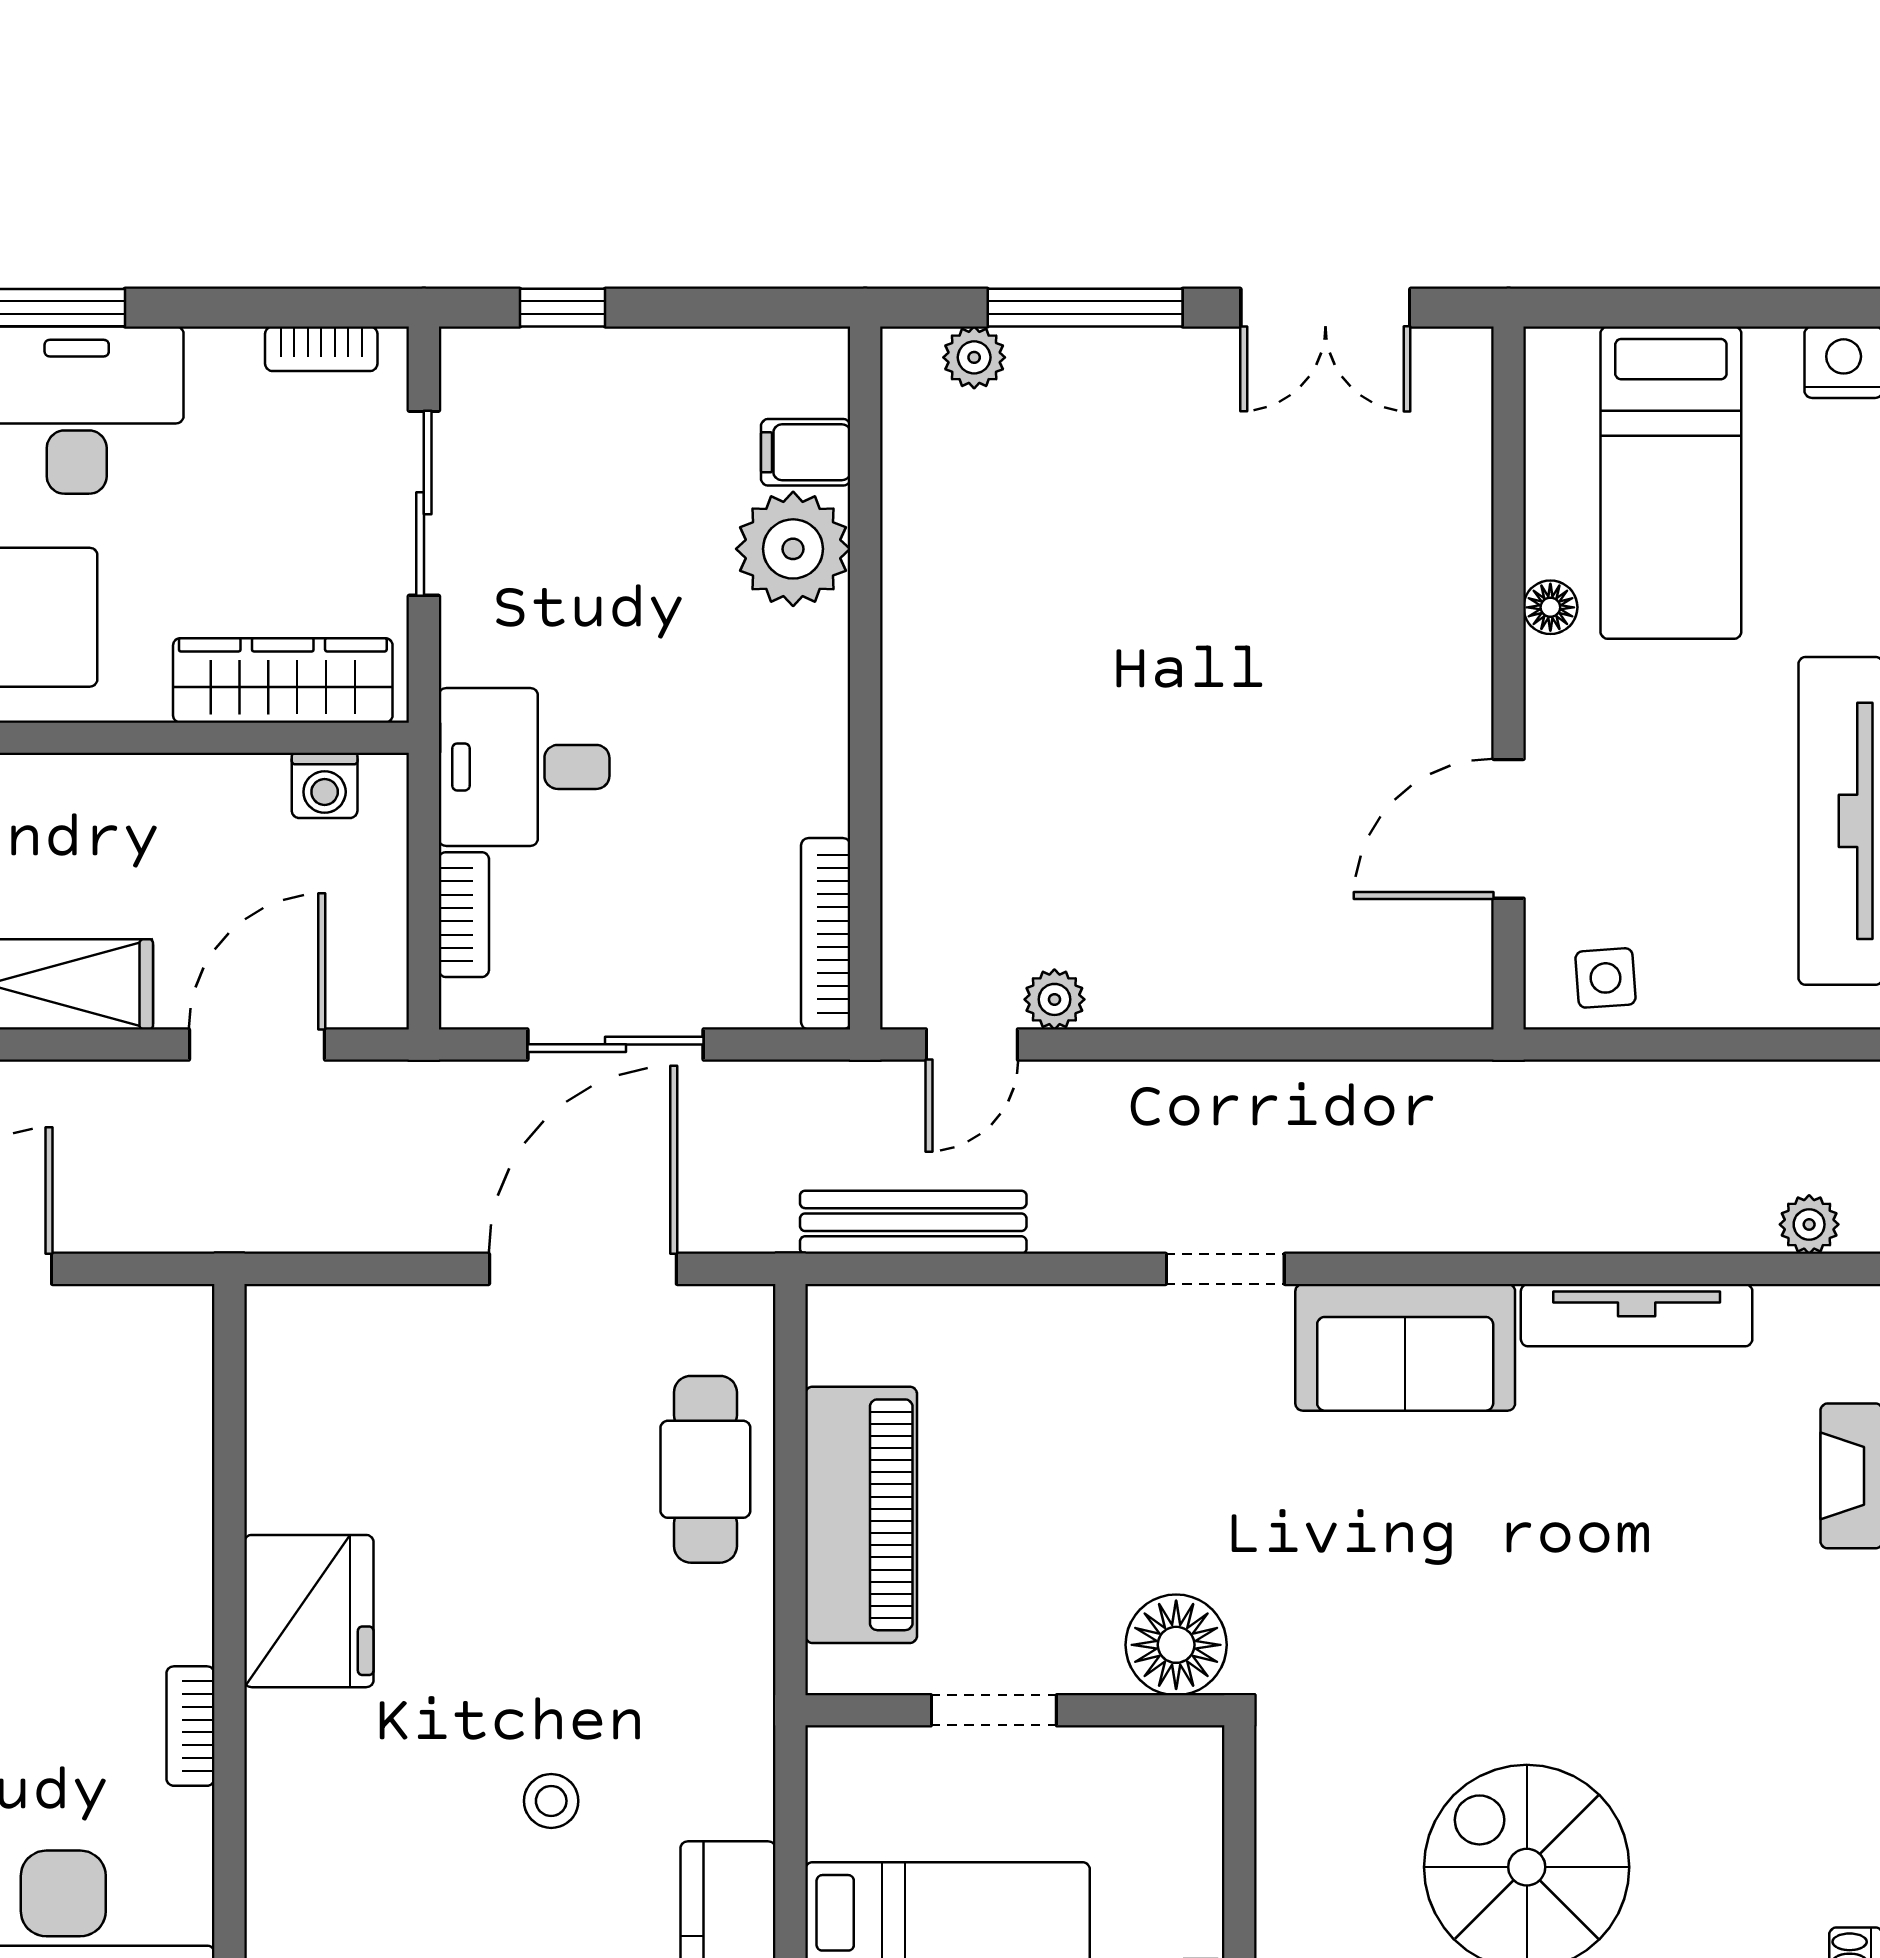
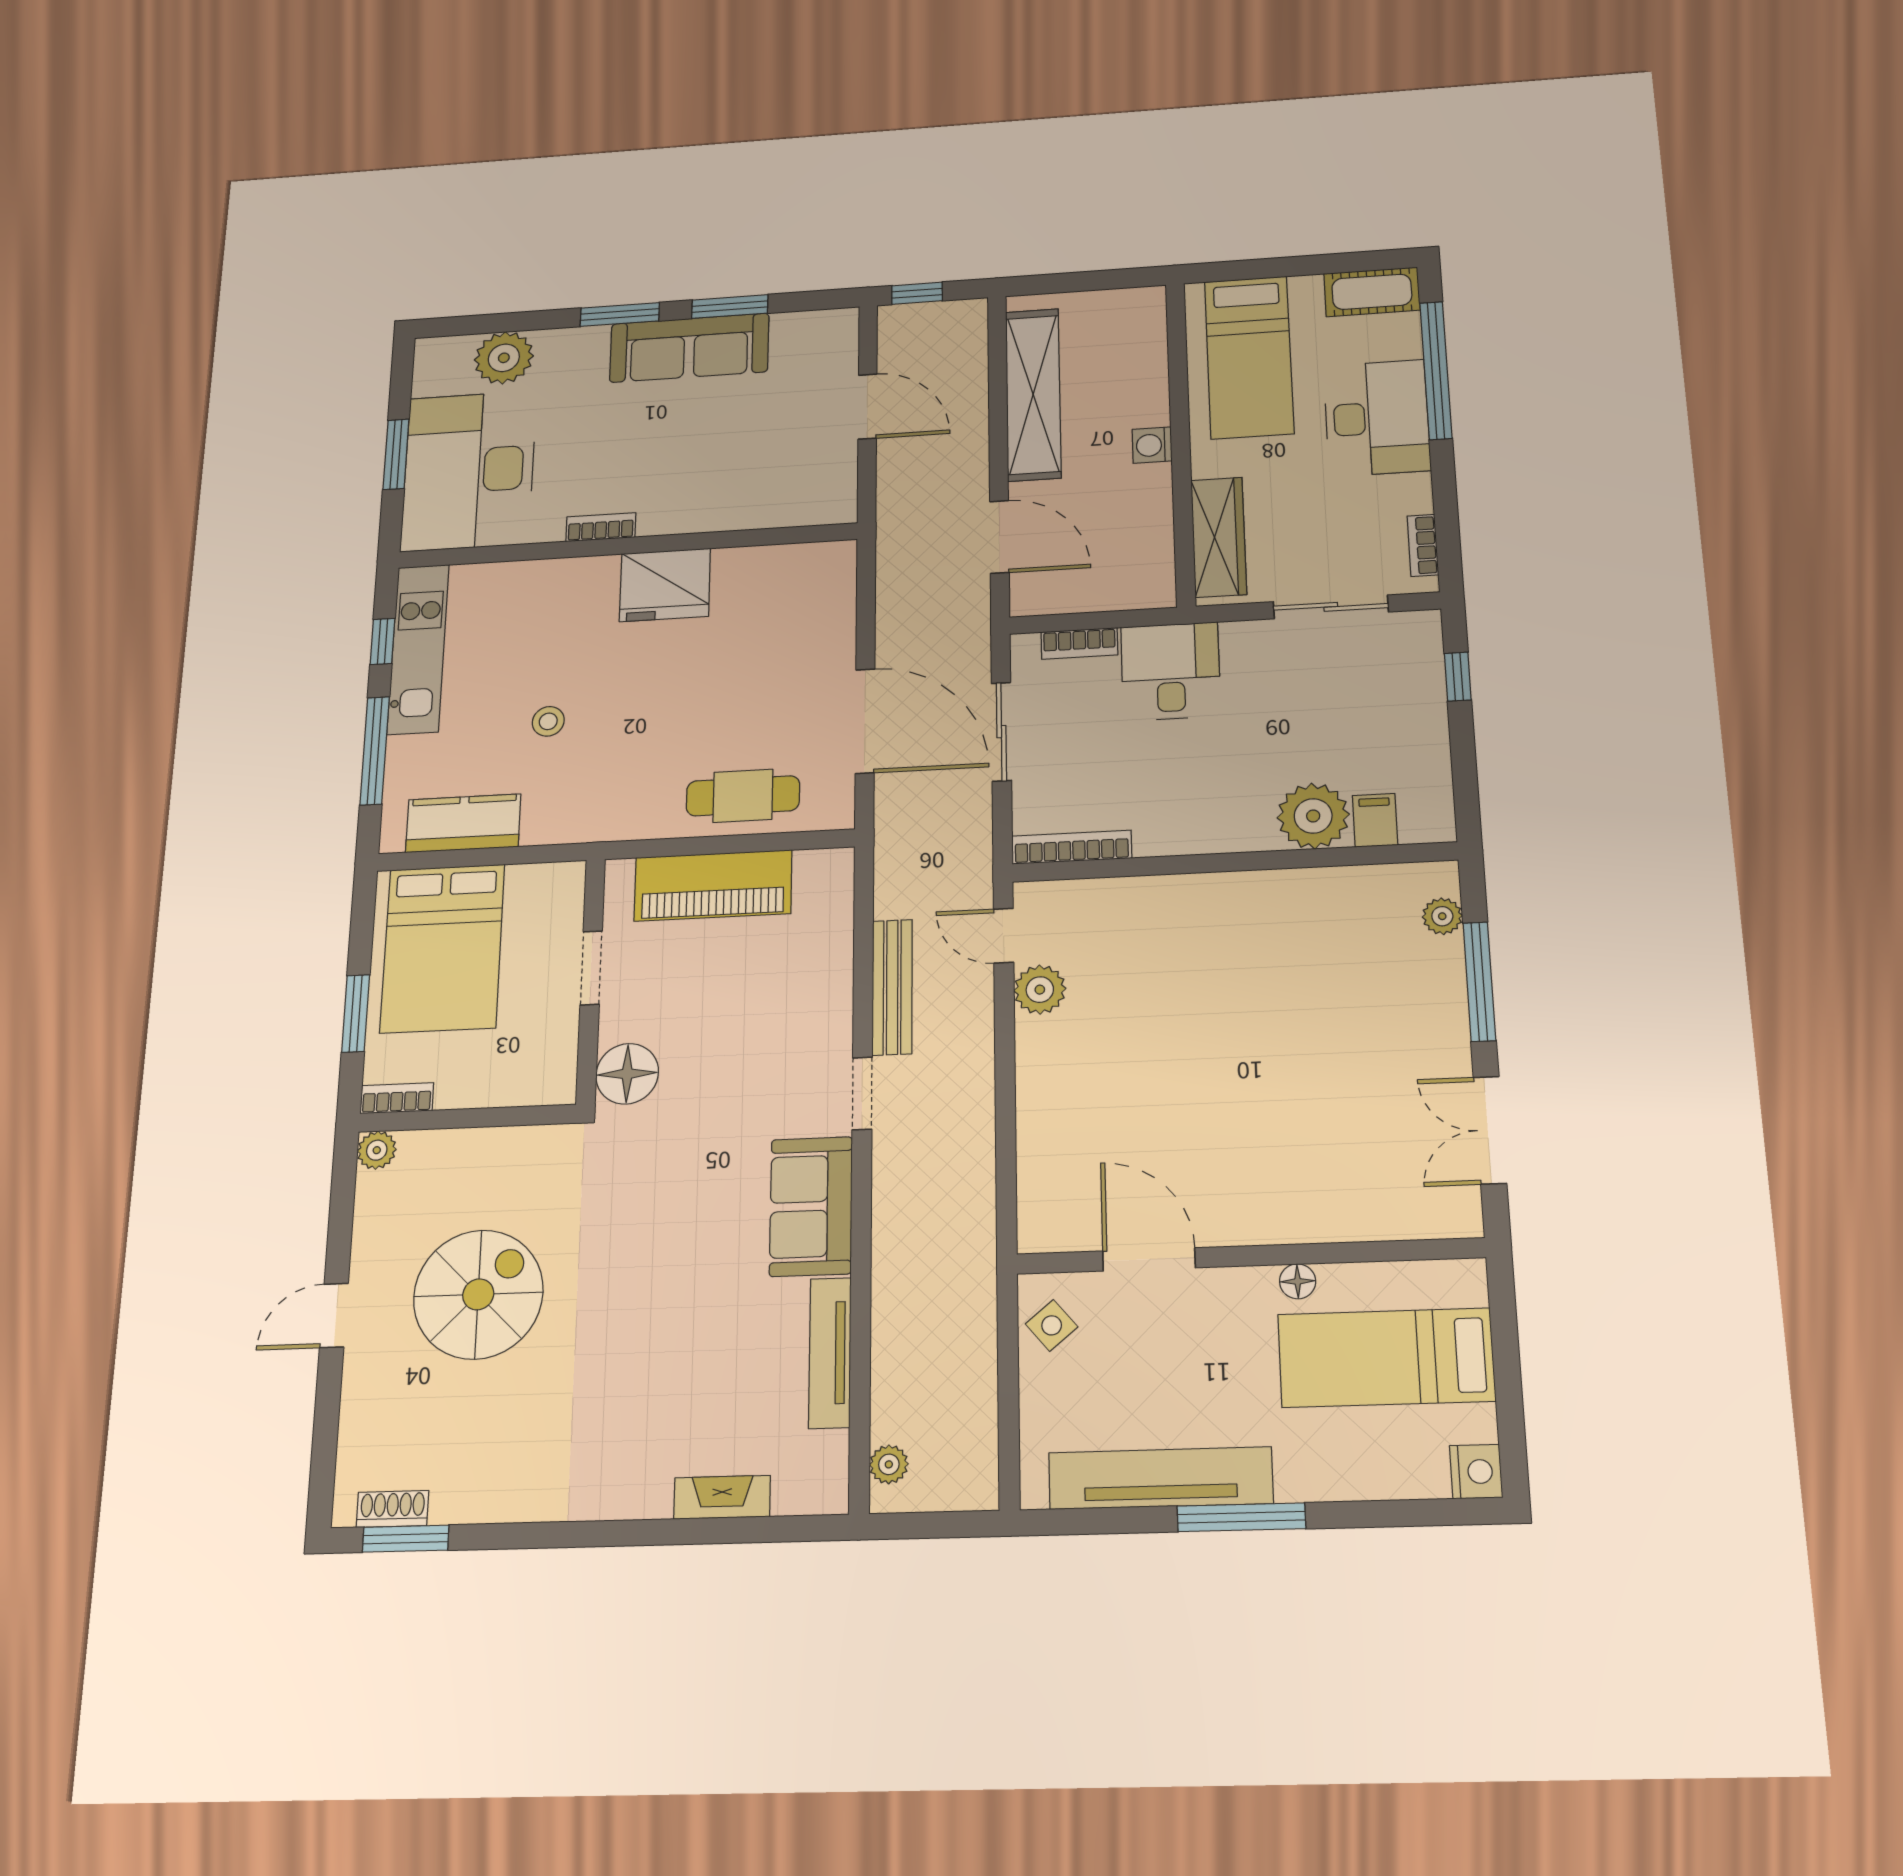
washing machine: (325, 785) -> (1152, 445), moved
side table: (1605, 978) -> (1052, 1325), turned -36
plant: (1054, 999) -> (1040, 990), width x1.38, depth x1.38
bench: (913, 1222) -> (892, 987), moved

